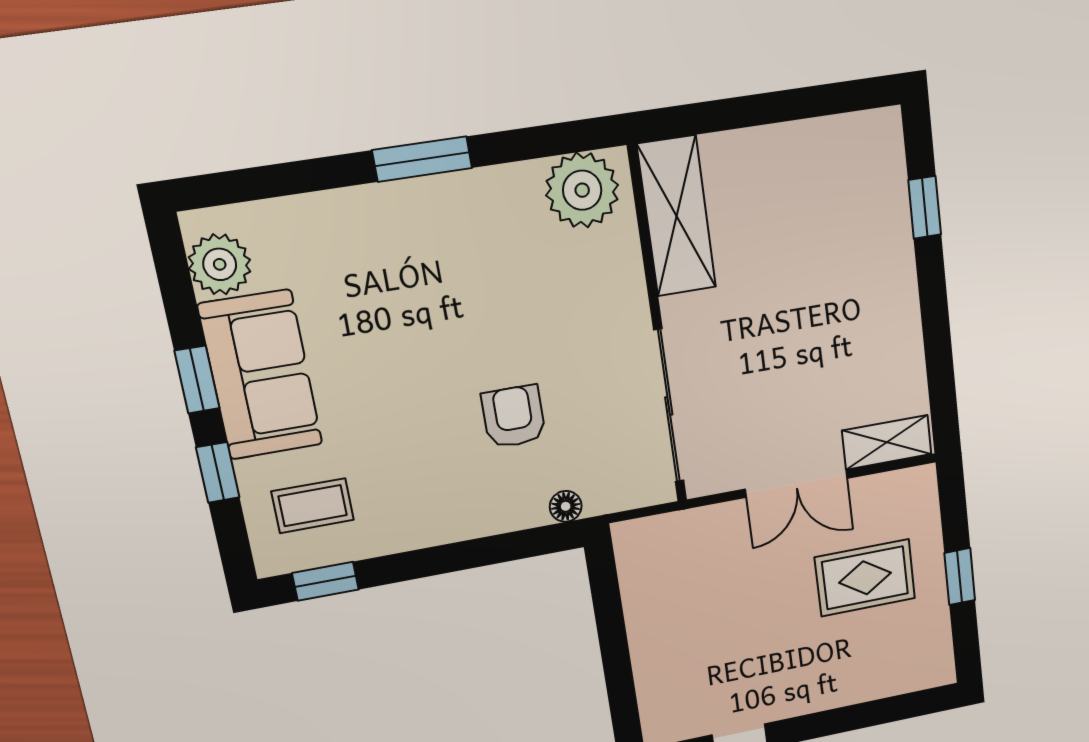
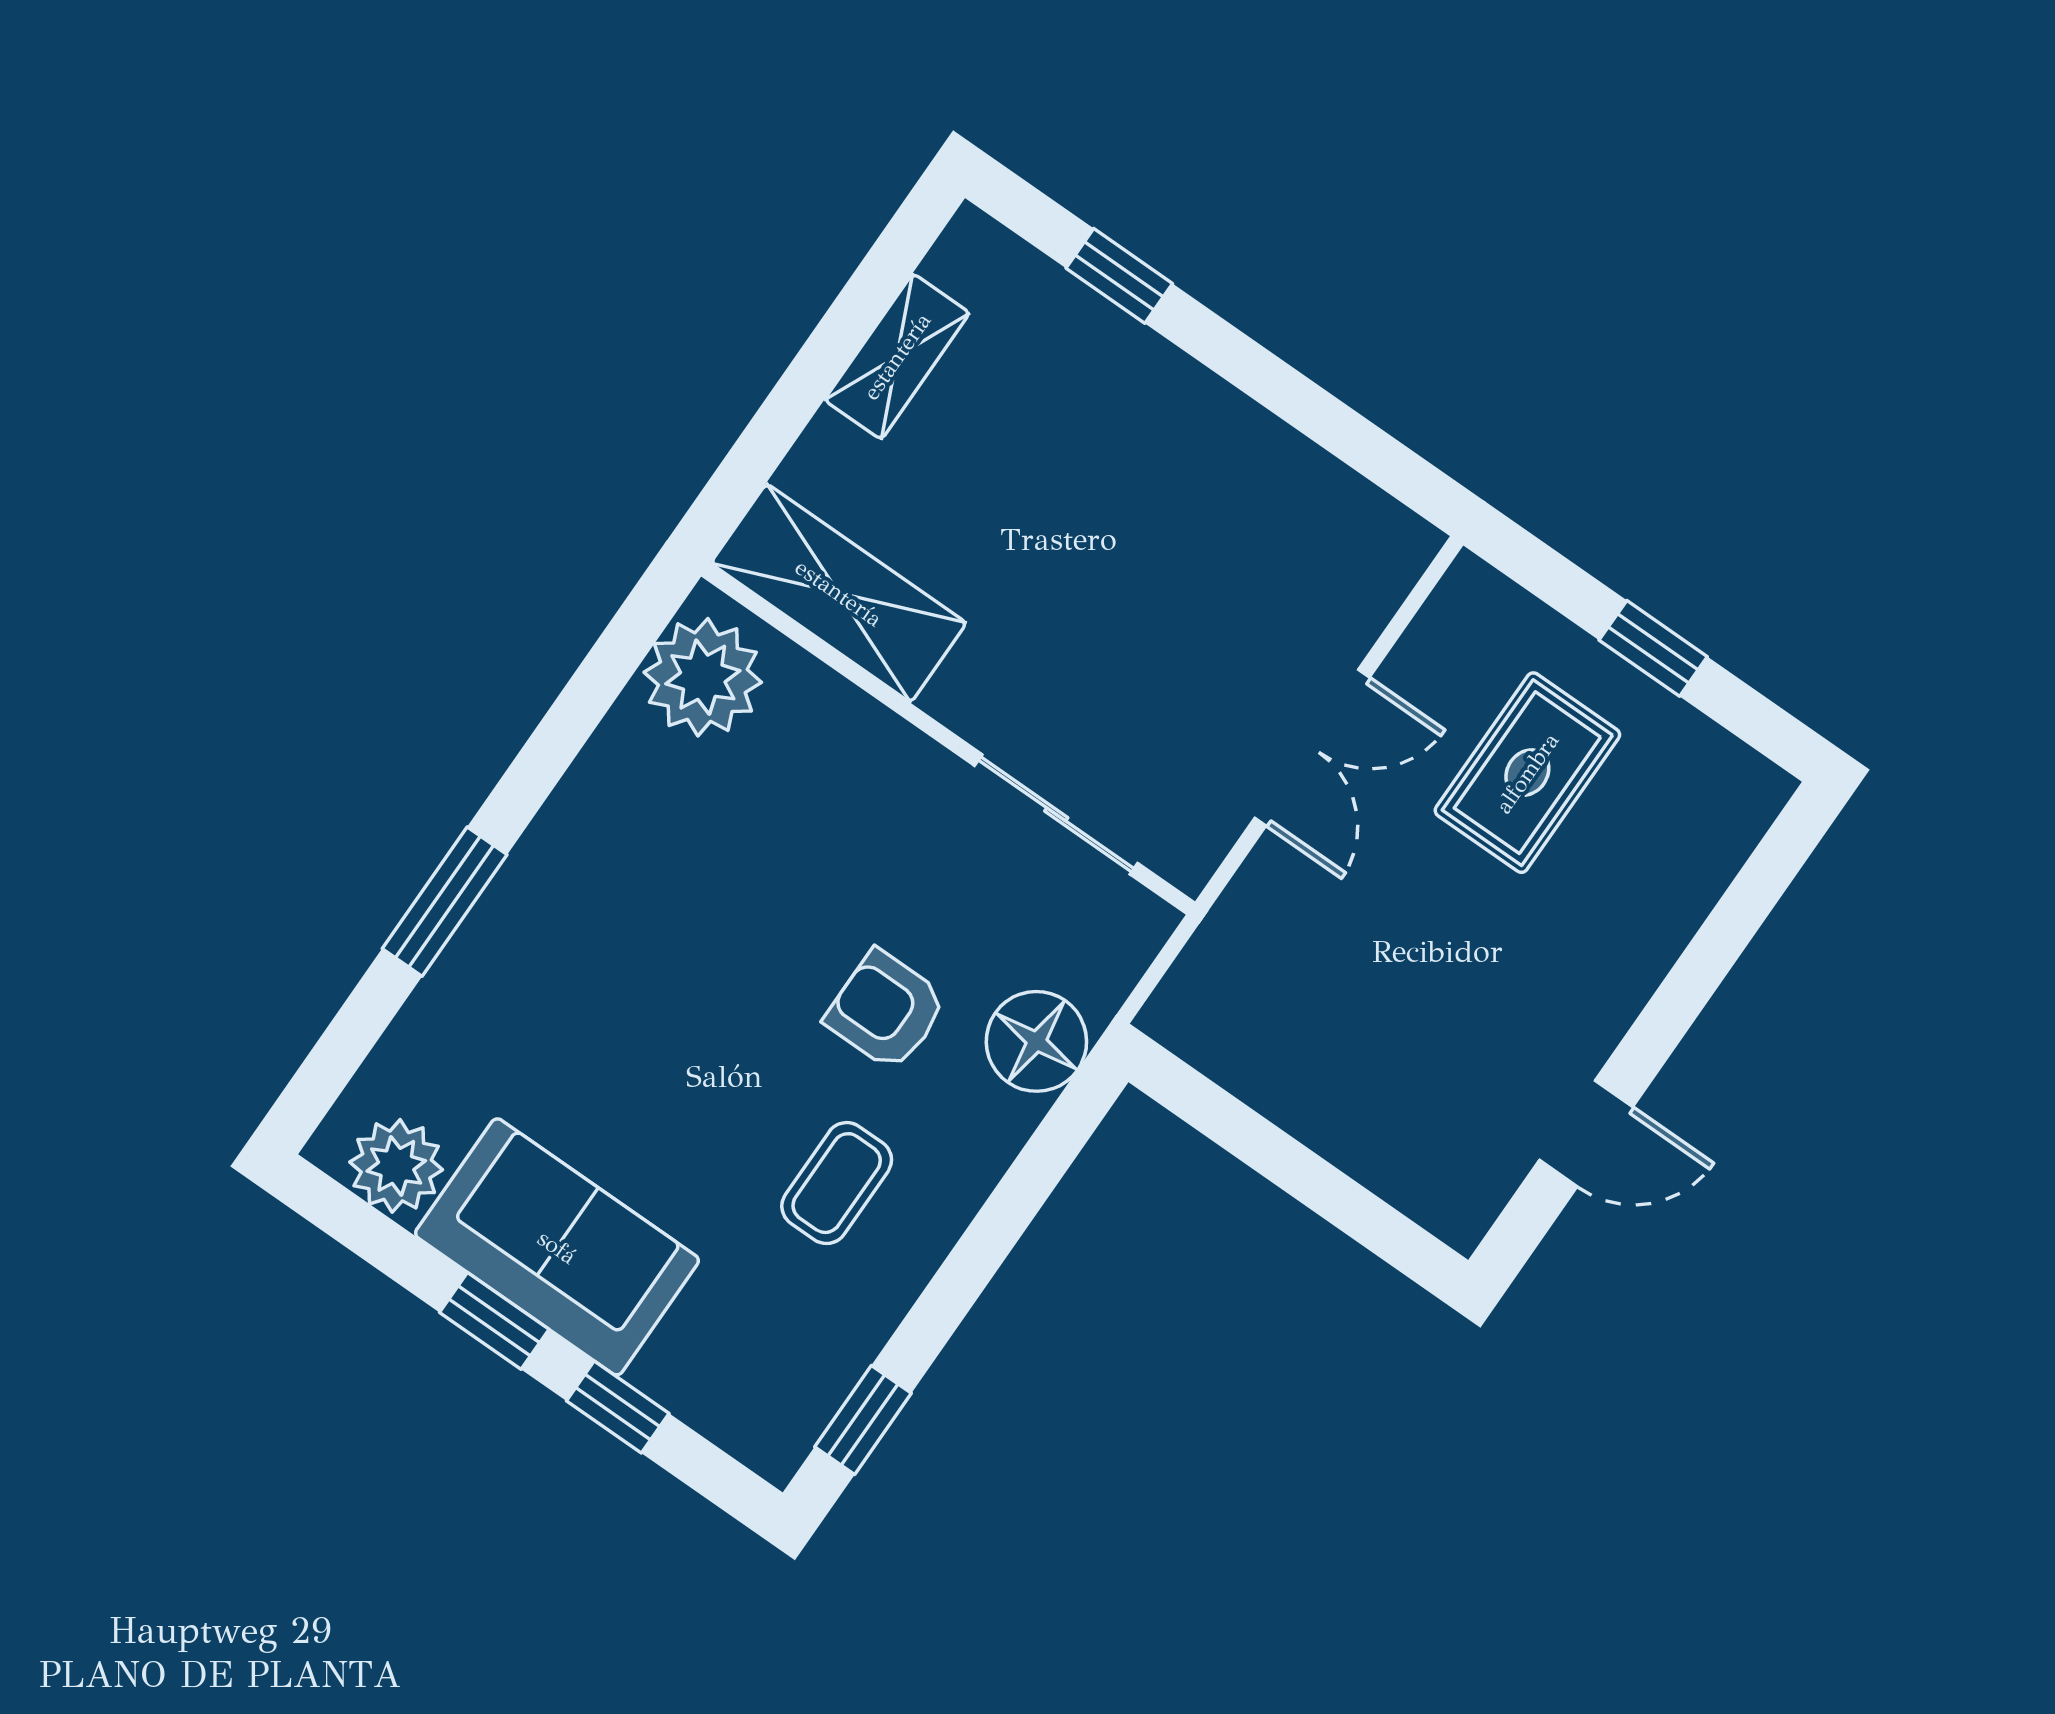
window: (422, 159) -> (445, 902), moved
sliding door: (669, 406) -> (1056, 814), width x0.73
shelving: (887, 442) -> (897, 356), moved
coffee table: (313, 506) -> (837, 1183), moved
floor lamp: (566, 506) -> (1036, 1041), width x1.89, depth x1.89

